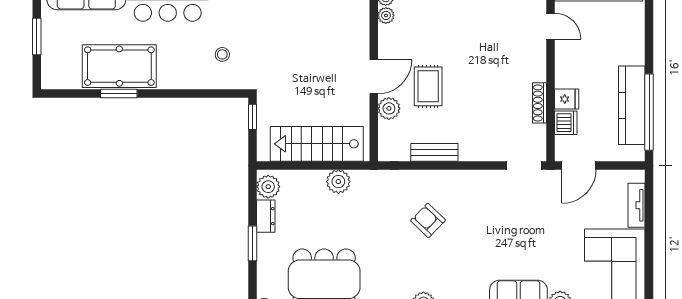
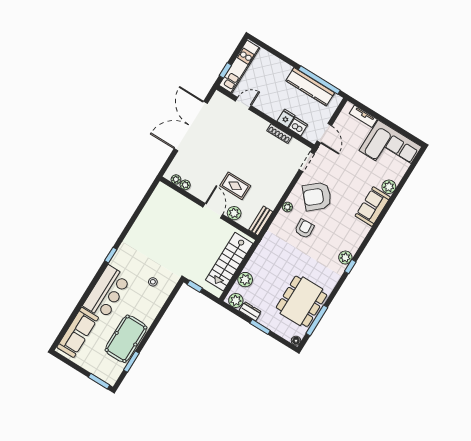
window: (37, 37) -> (99, 381), moved
window: (119, 94) -> (131, 362), moved
bench: (434, 152) -> (261, 221), moved
plant: (444, 178) -> (287, 207), added
plant: (338, 182) -> (245, 280), moved
armchair: (484, 210) -> (317, 196), added
armchair: (428, 220) -> (304, 229), turned 132

